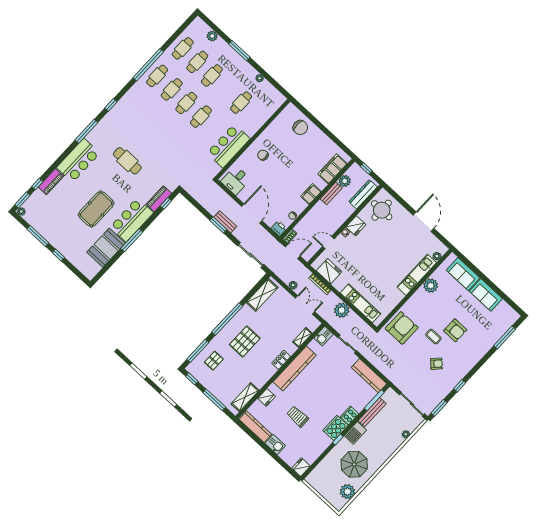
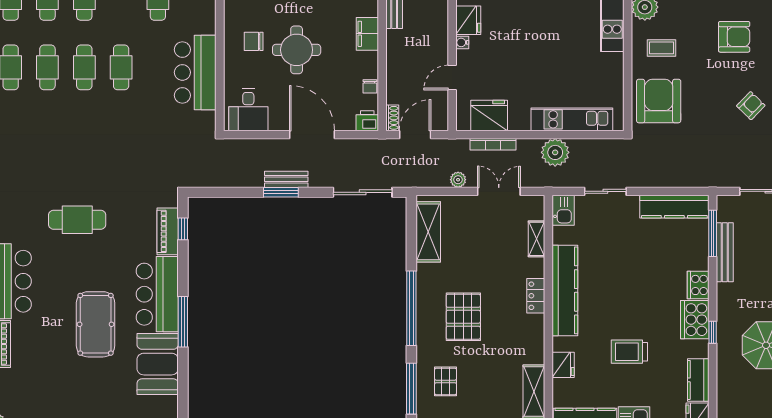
round table: (277, 174) -> (297, 50), added
coffee table: (433, 337) -> (662, 48), moved
barbecue: (355, 433) -> (728, 301), removed
kitchen counter: (315, 453) -> (698, 380), added

